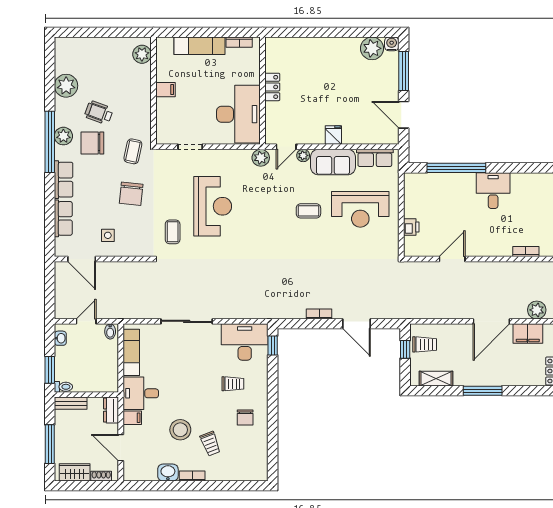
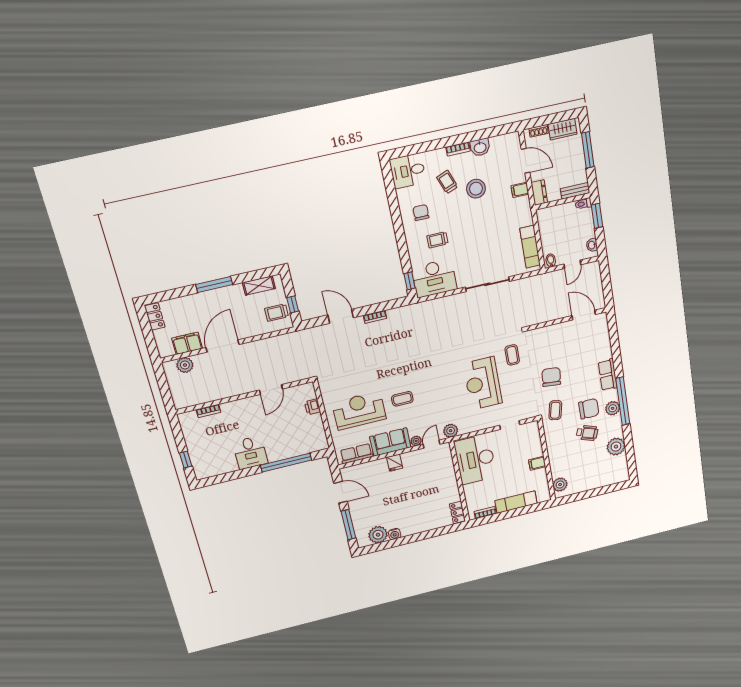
water cooler: (392, 44) -> (395, 534), moved
locker: (272, 87) -> (457, 512), moved
row of seats: (63, 218) -> (604, 344), removed
side table: (108, 235) -> (565, 339), removed
desk: (141, 393) -> (408, 171), moved, turned 180

